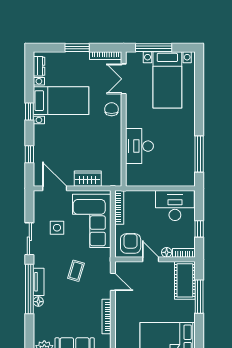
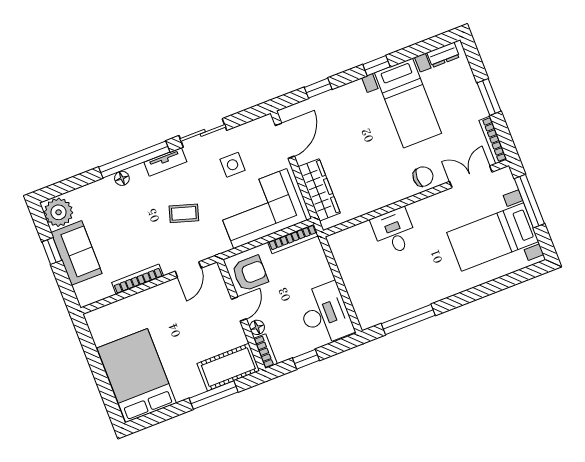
desk: (139, 146) -> (394, 231), width x0.73
wardrobe: (88, 179) -> (319, 190), width x1.50
tv unit: (39, 282) -> (165, 162), moved

